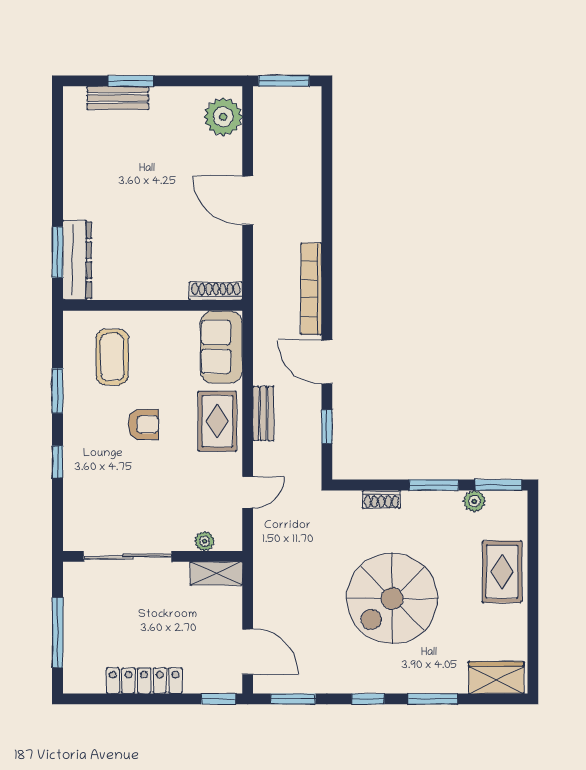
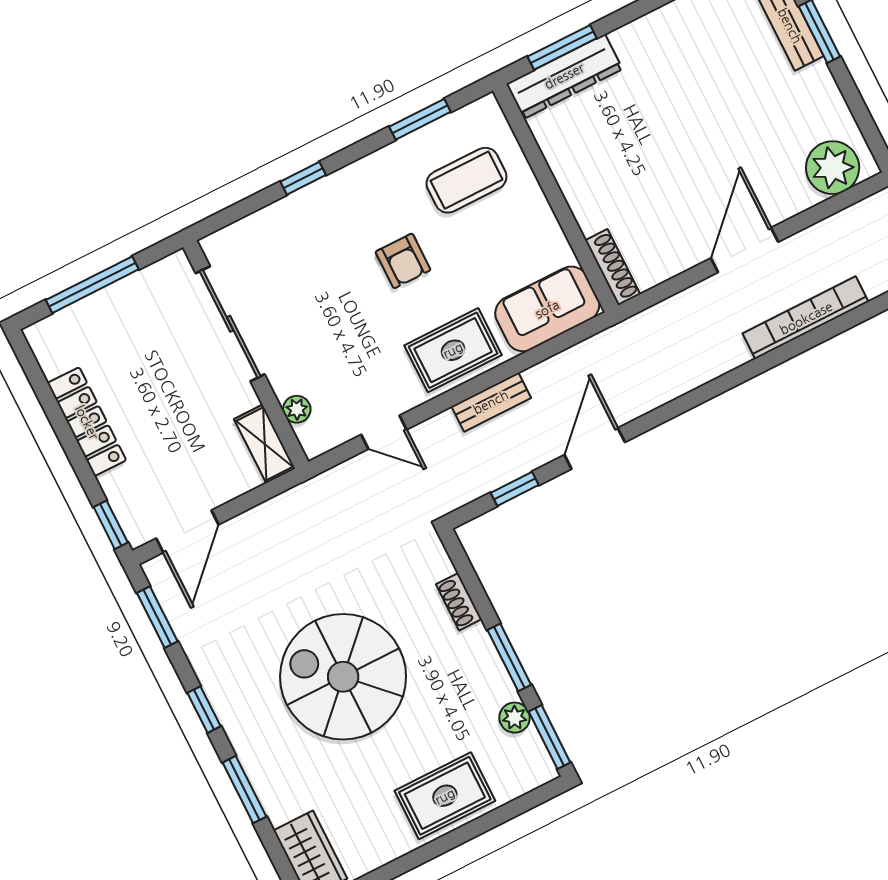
bookcase: (311, 289) -> (806, 318), moved
window: (57, 391) -> (420, 119), moved

